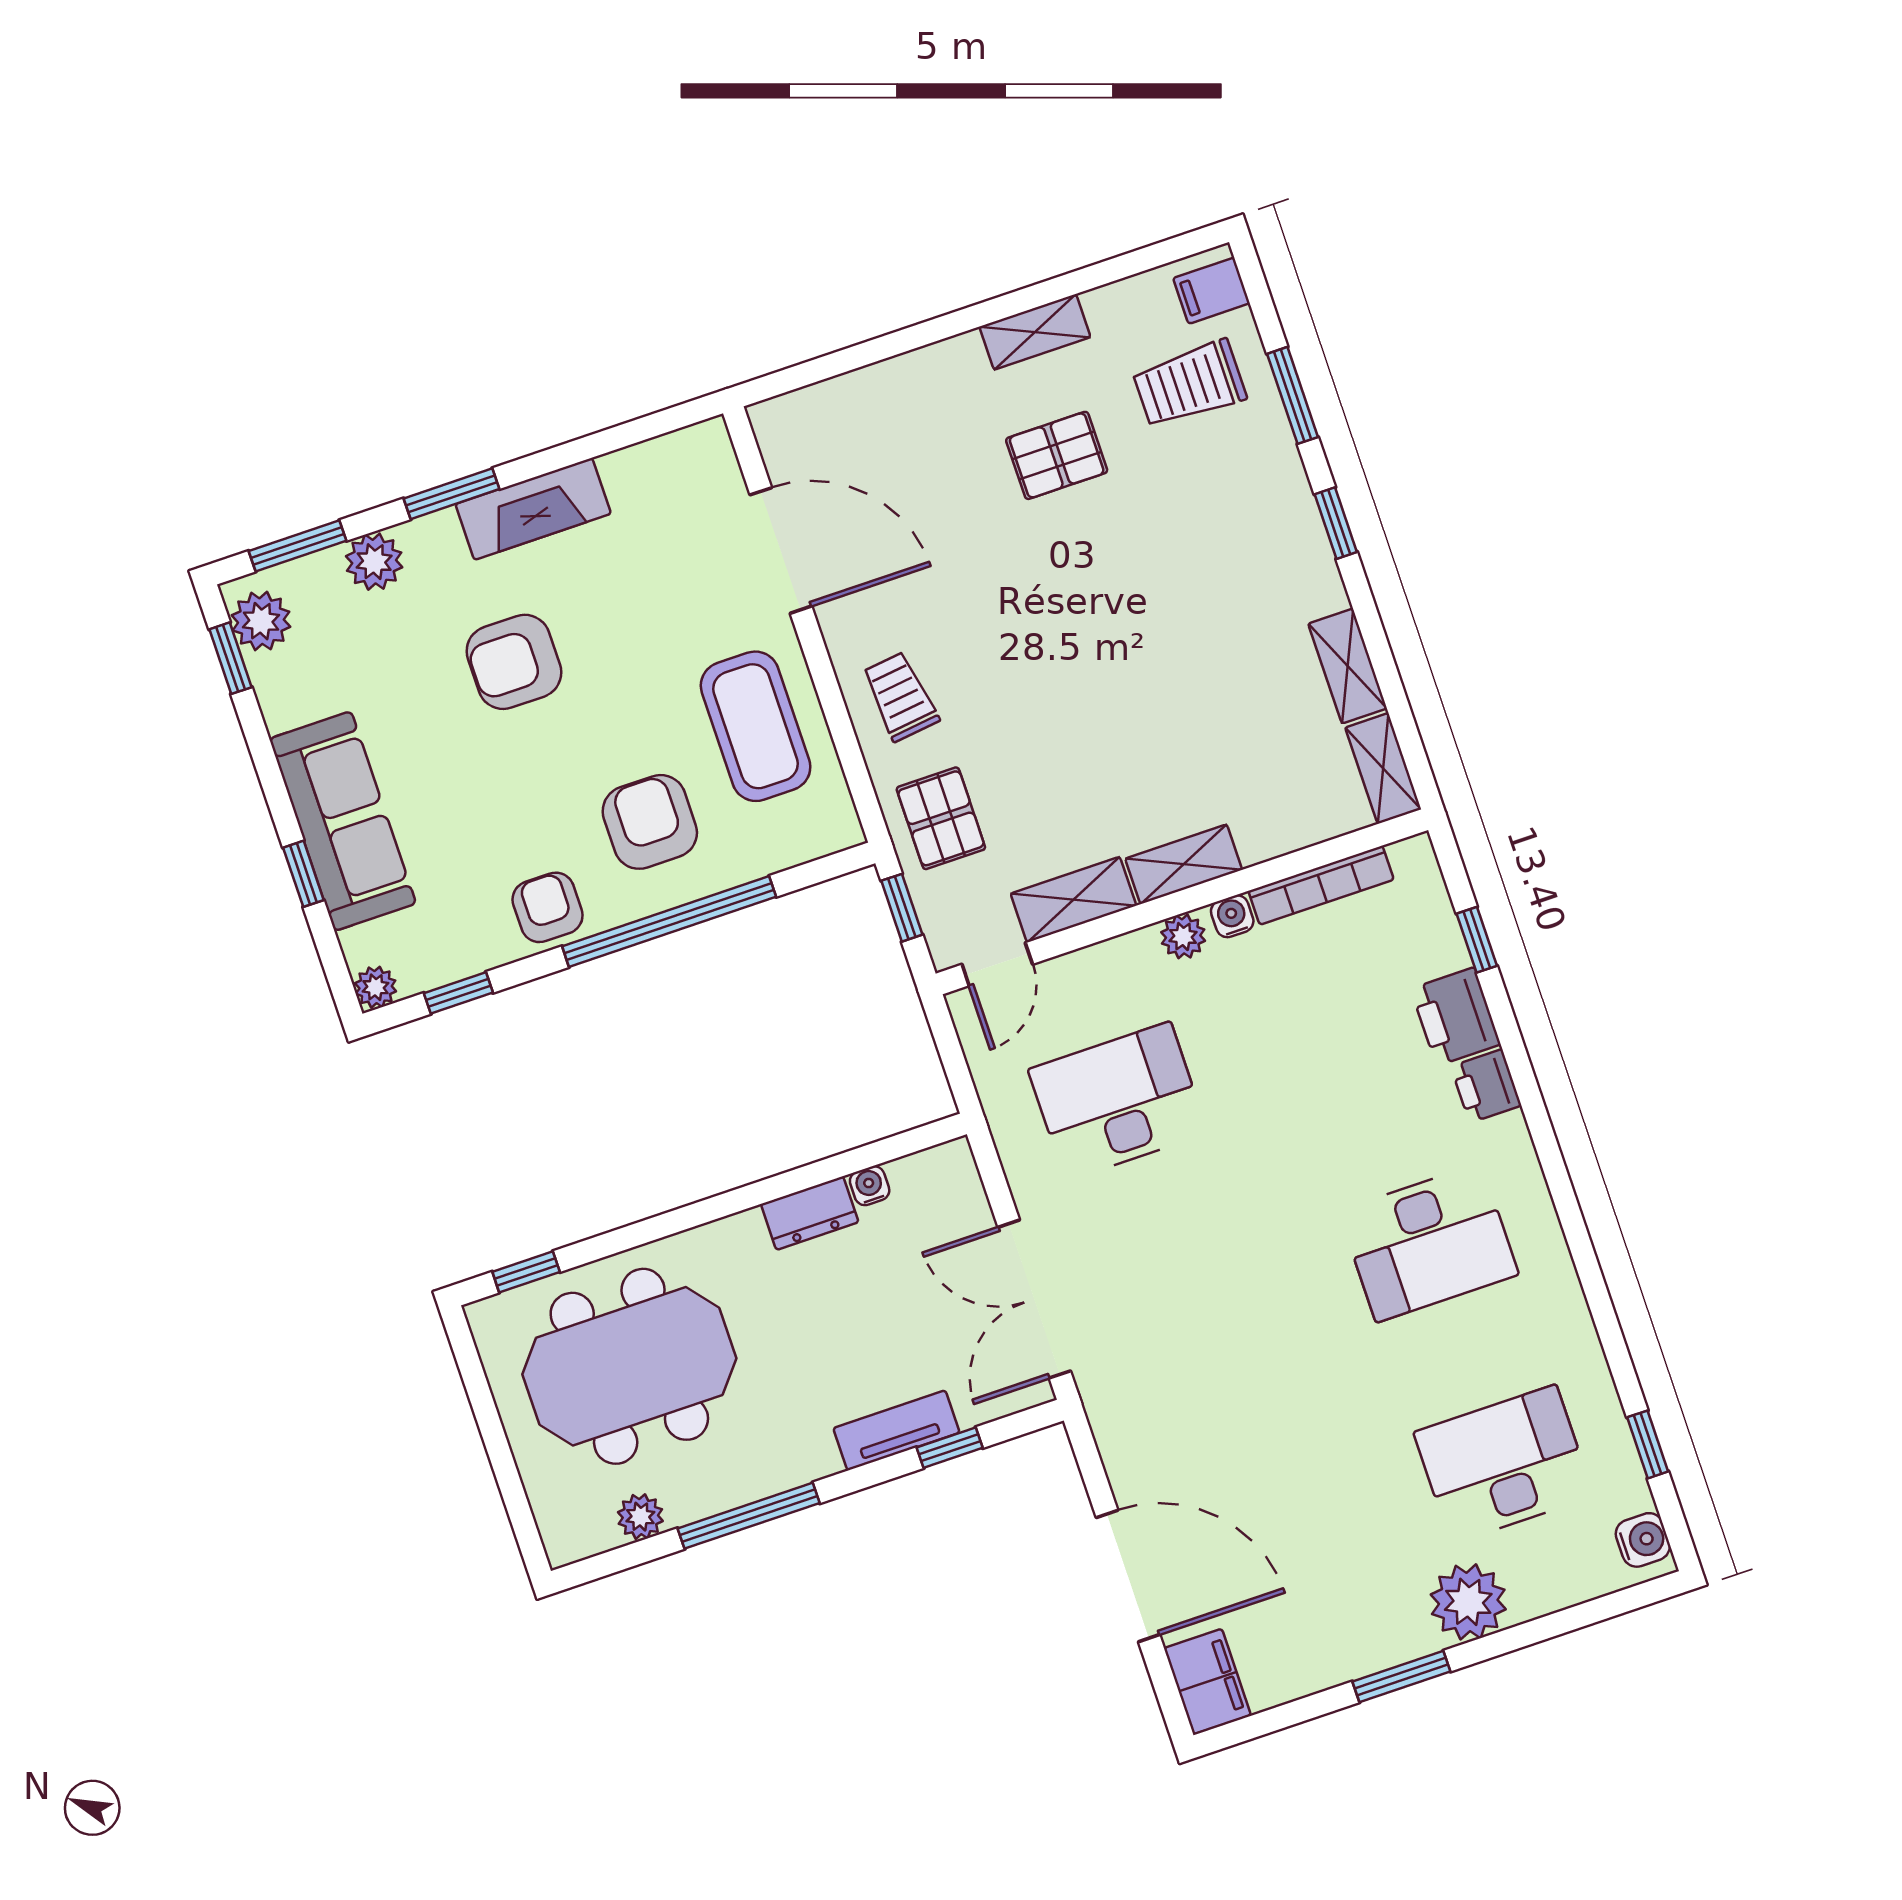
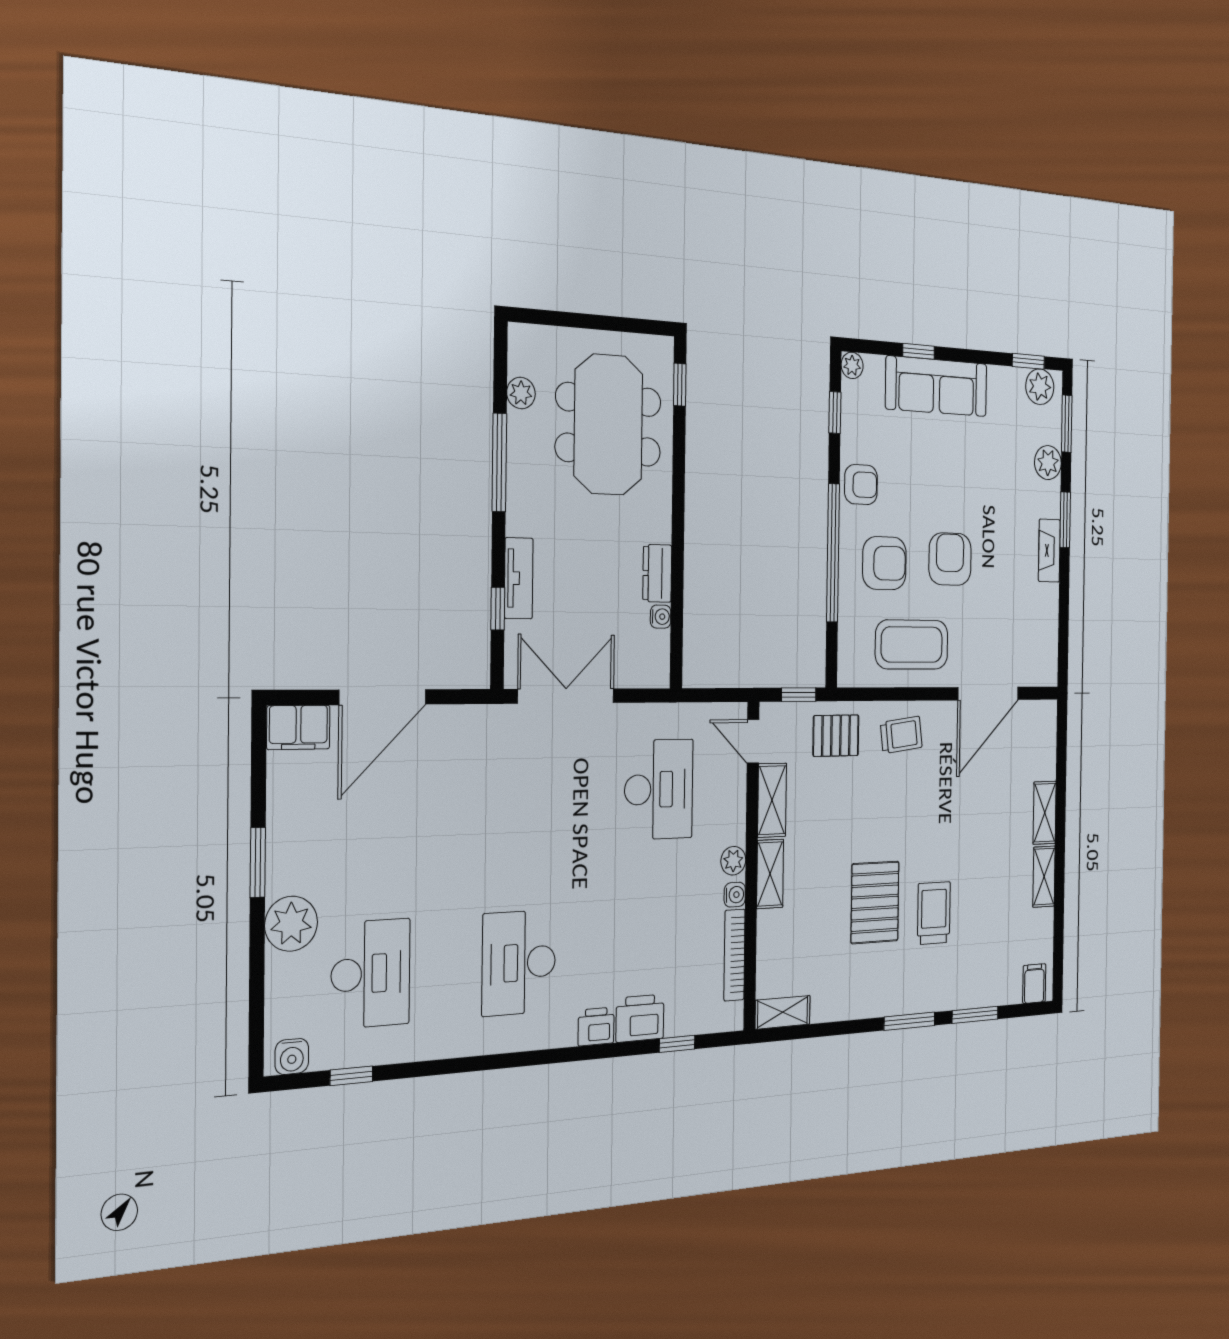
trolley: (1189, 384) -> (934, 913), moved
pallet: (1057, 455) -> (875, 902), moved, width x1.50, depth x1.42
fireplace: (533, 509) -> (1049, 551), width x0.73, depth x0.76
window: (1336, 523) -> (909, 1021), width x1.50
armchair: (514, 662) -> (950, 559), moved
shelving: (1348, 666) -> (1045, 813), moved, turned 90

